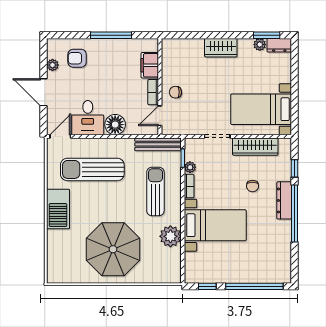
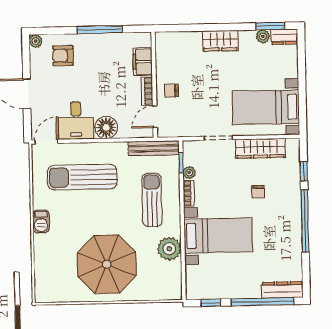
plant: (53, 65) -> (36, 41), moved
dresser: (284, 200) -> (282, 290), moved, turned 90
barbecue: (58, 209) -> (41, 221), width x0.53, depth x0.65

